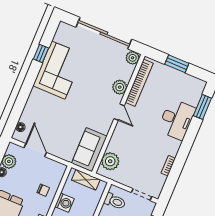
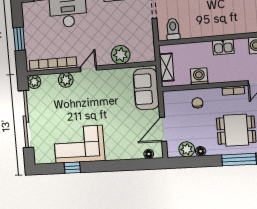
sofa: (89, 150) -> (146, 89), moved, turned 90
plant: (110, 161) -> (121, 55), moved

